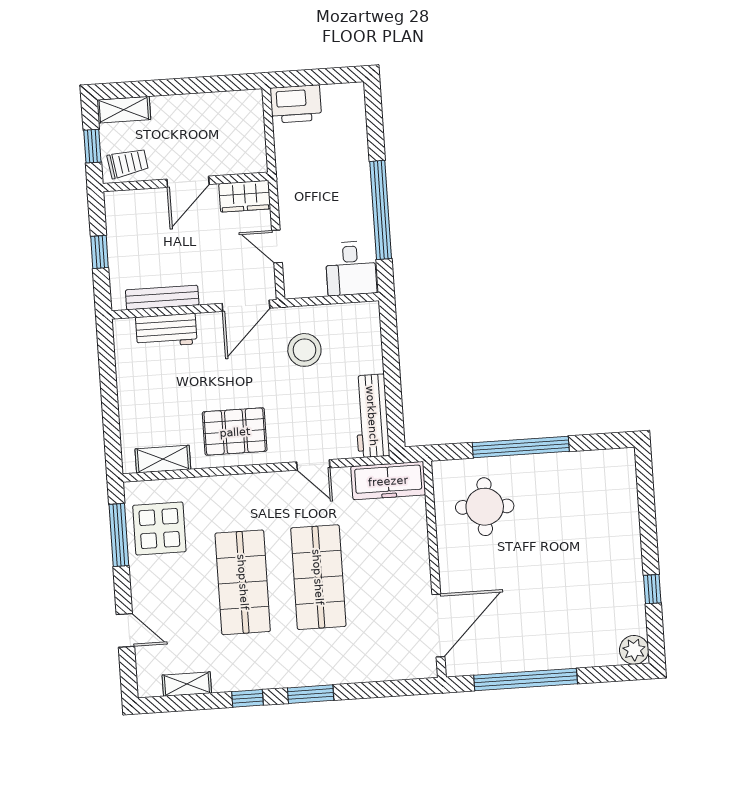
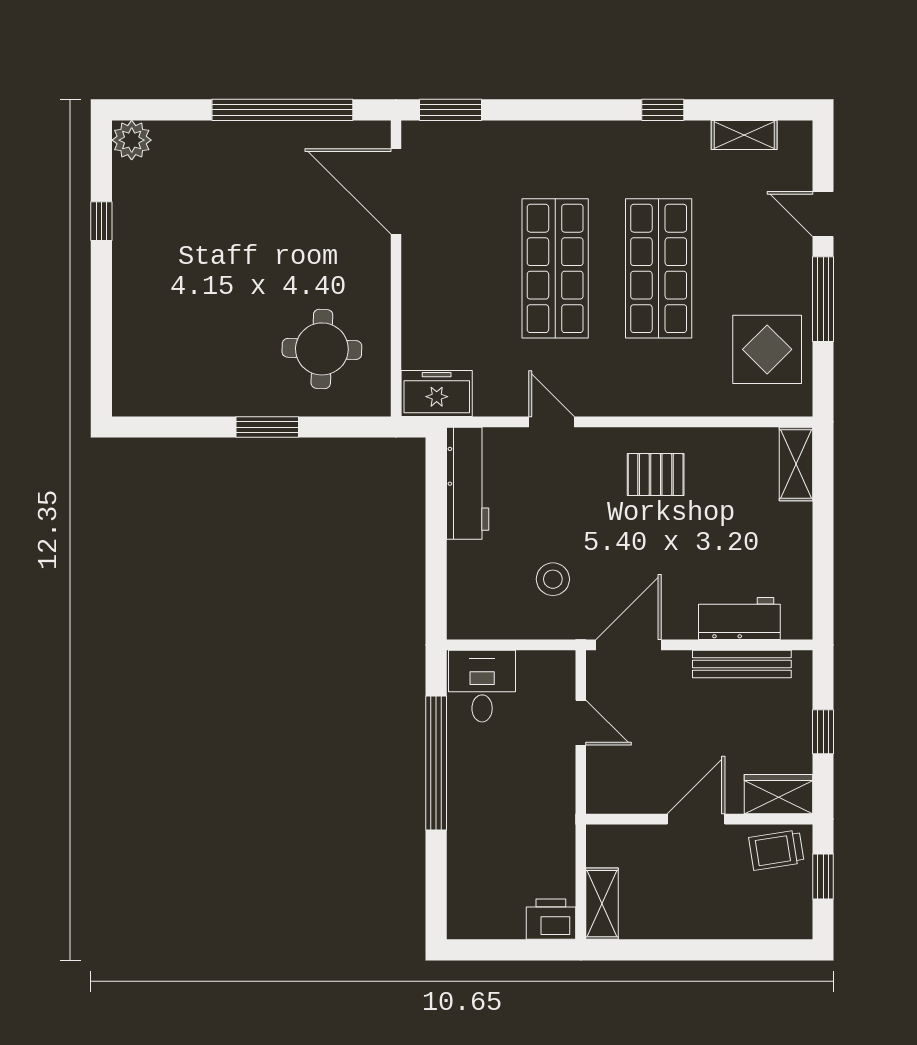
printer: (296, 104) -> (551, 919), width x0.73, depth x0.84
shelving: (124, 110) -> (602, 904), moved, turned 90
wardrobe: (245, 196) -> (778, 794), moved
stool: (304, 350) -> (553, 579), width x0.73, depth x0.73
pallet: (235, 432) -> (656, 475), width x0.67, depth x0.71
window: (521, 447) -> (267, 427), width x0.47
shelving: (163, 459) -> (796, 464), moved, turned 90
freezer: (388, 481) -> (437, 393), width x0.71
window: (119, 535) -> (823, 299), moved
door: (438, 625) -> (396, 191), hinge flipped
window: (311, 694) -> (450, 110), moved

